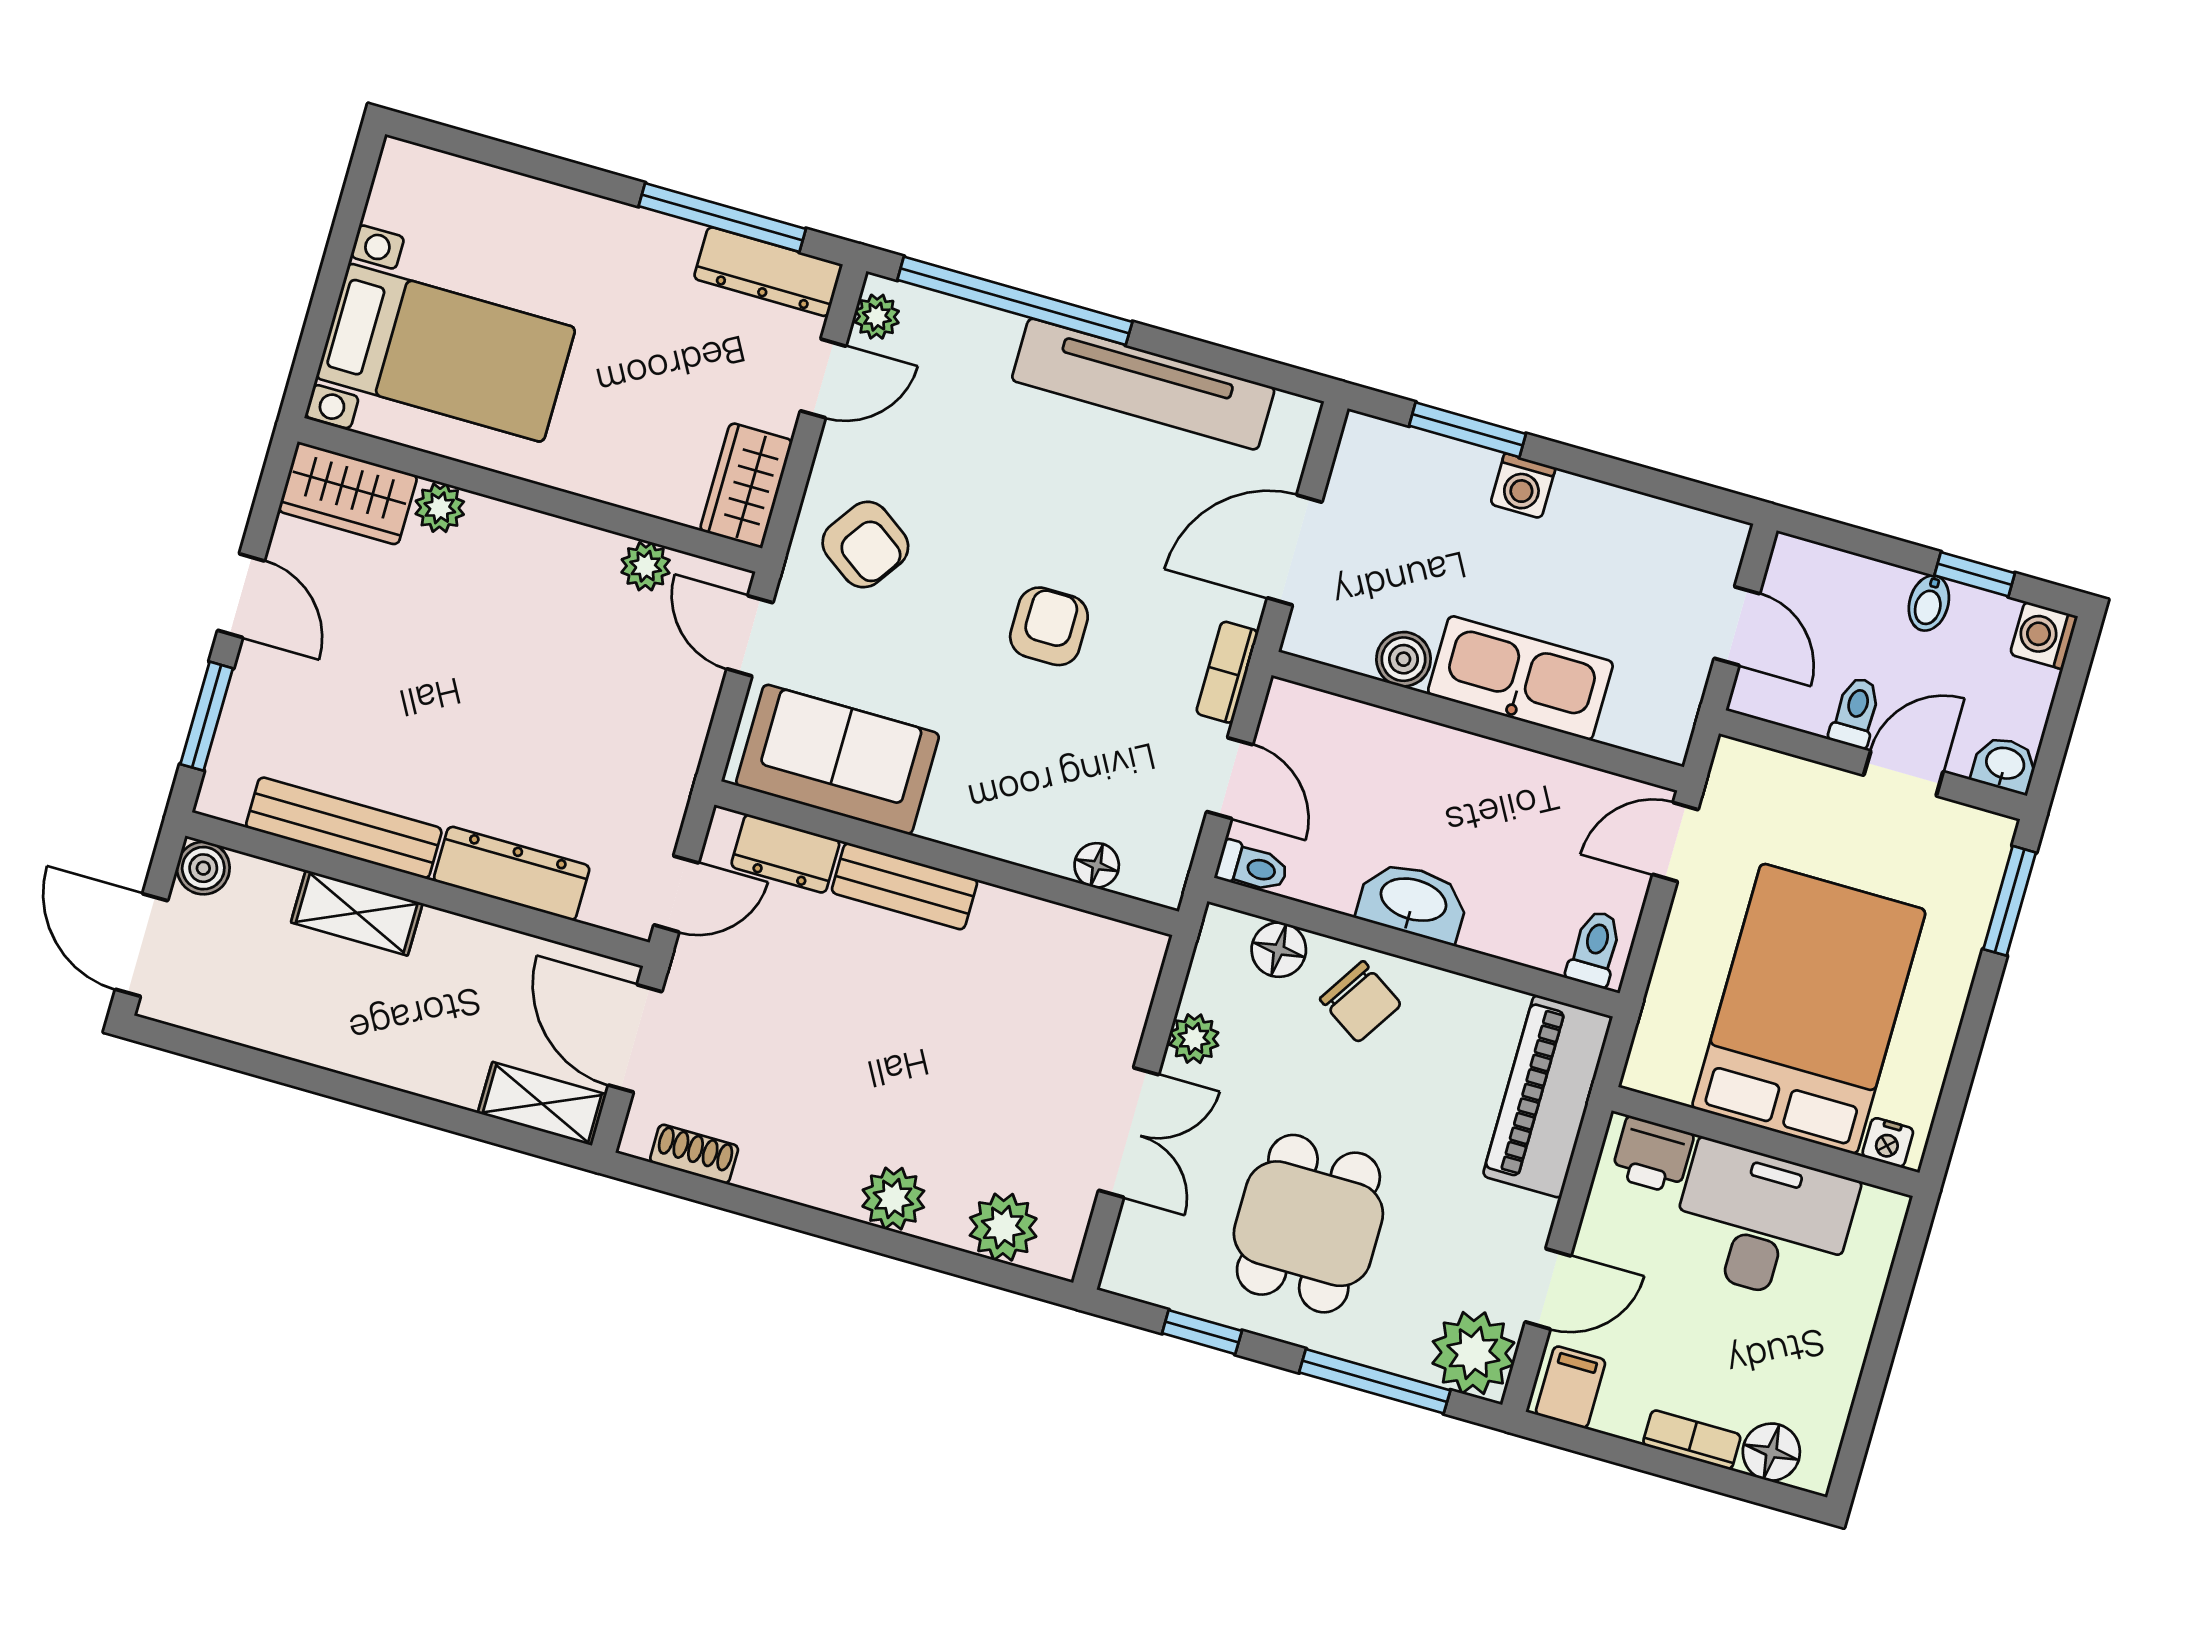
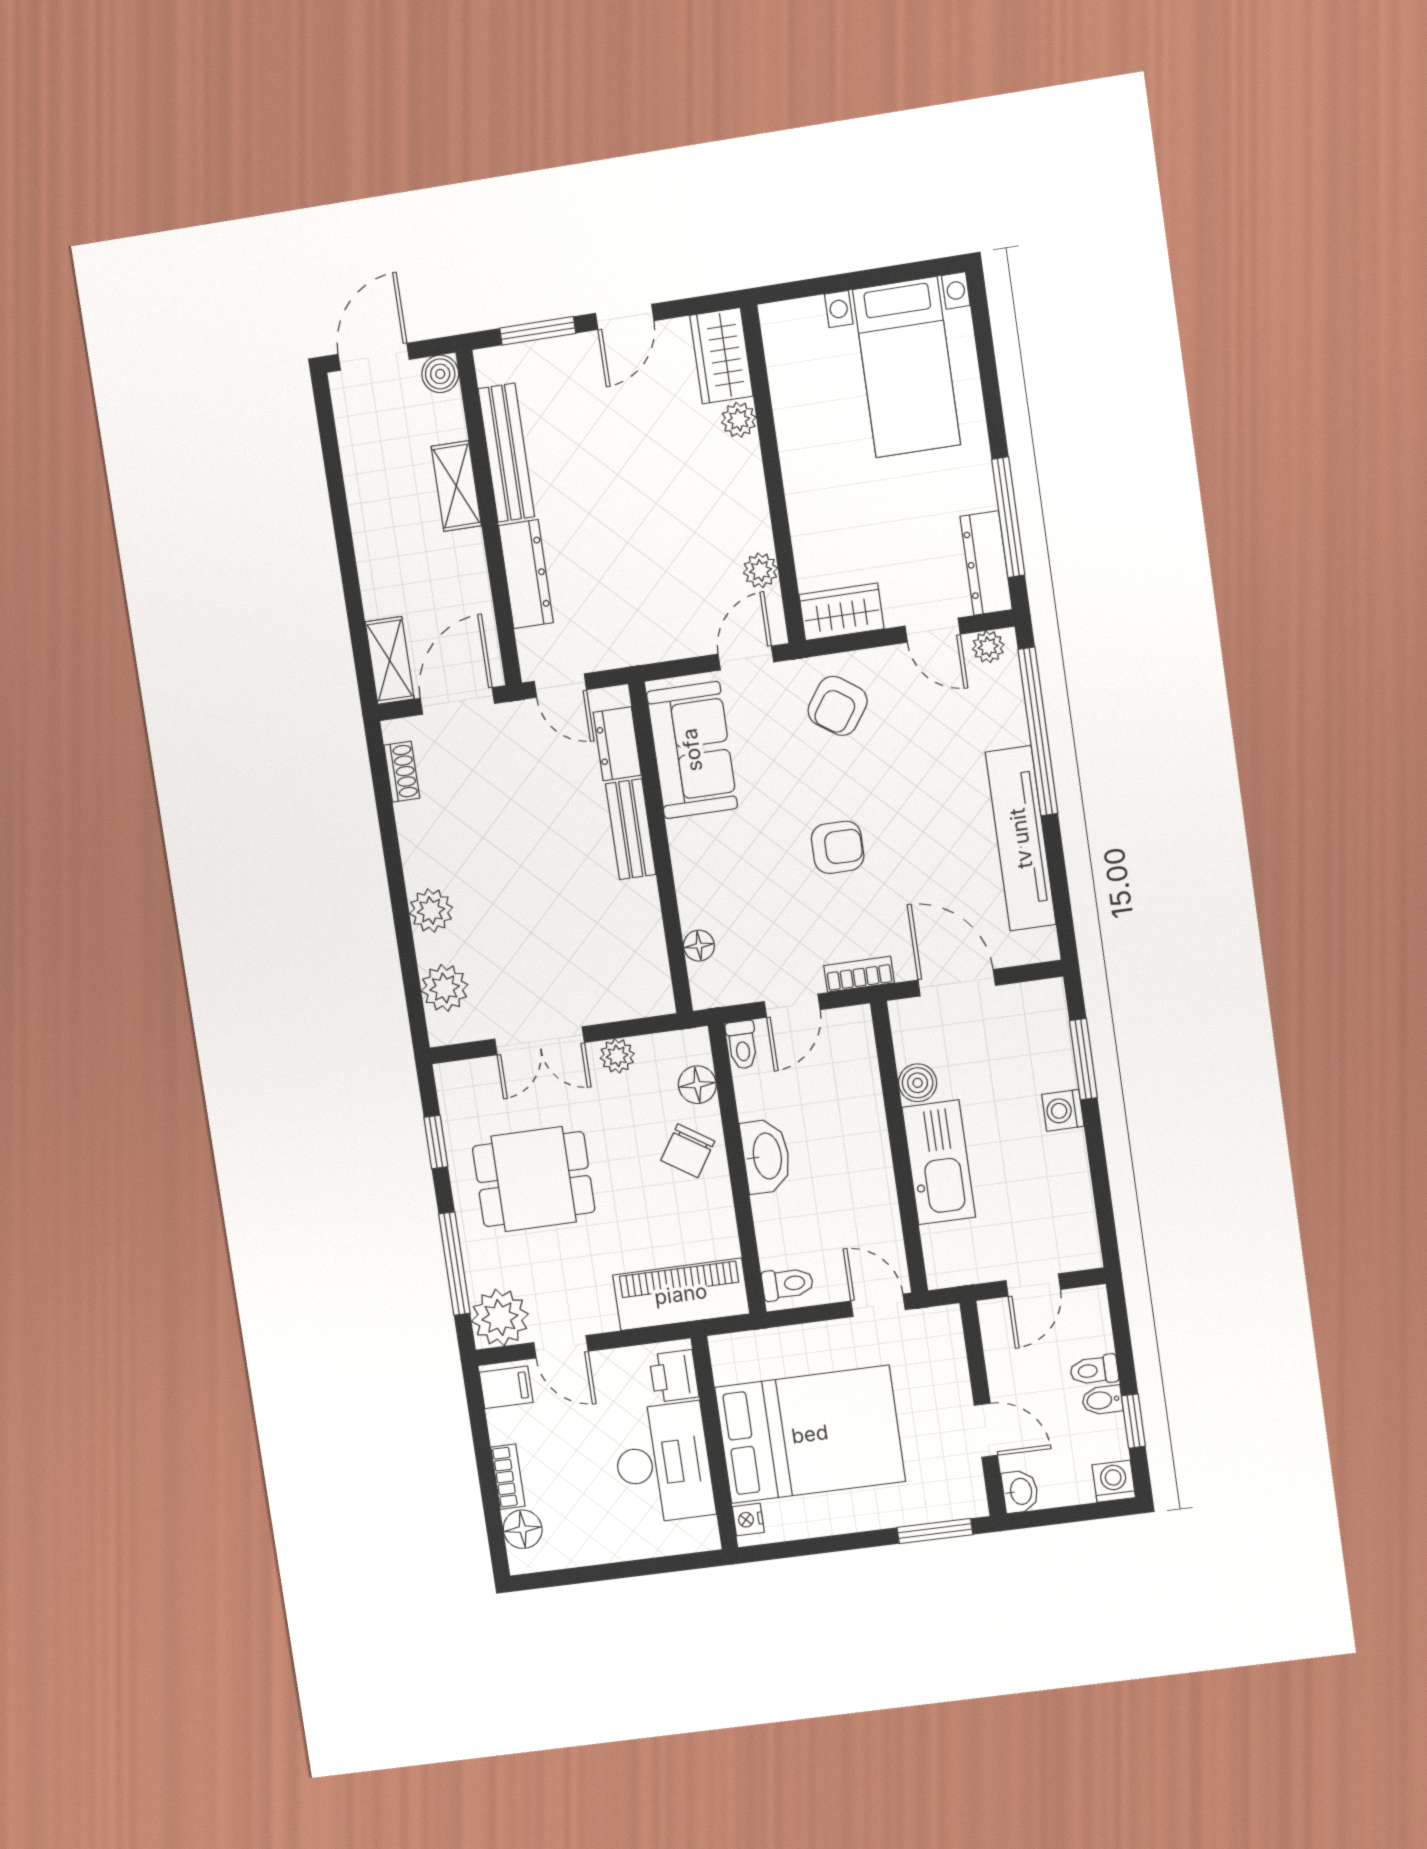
bed with nightstands: (446, 353) -> (907, 367), moved
toilet: (1856, 712) -> (1094, 1370), moved, turned 180

